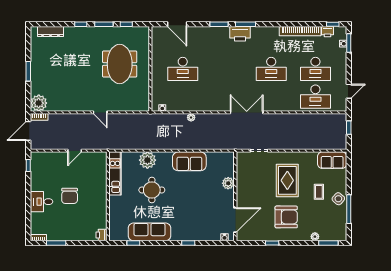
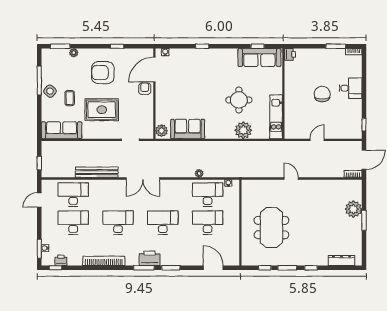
bookcase: (300, 31) -> (104, 261), moved
desk: (227, 69) -> (163, 223), added
desk: (183, 97) -> (208, 195), added
plant: (39, 103) -> (353, 209), moved
bench: (292, 119) -> (97, 172), added
sofa: (332, 160) -> (62, 130), width x1.36
sofa: (189, 161) -> (188, 129), moved
rug: (287, 180) -> (102, 110), turned 90
plant: (228, 183) -> (162, 131), moved
armchair: (245, 201) -> (145, 89), added
sofa: (149, 232) -> (259, 58), moved

